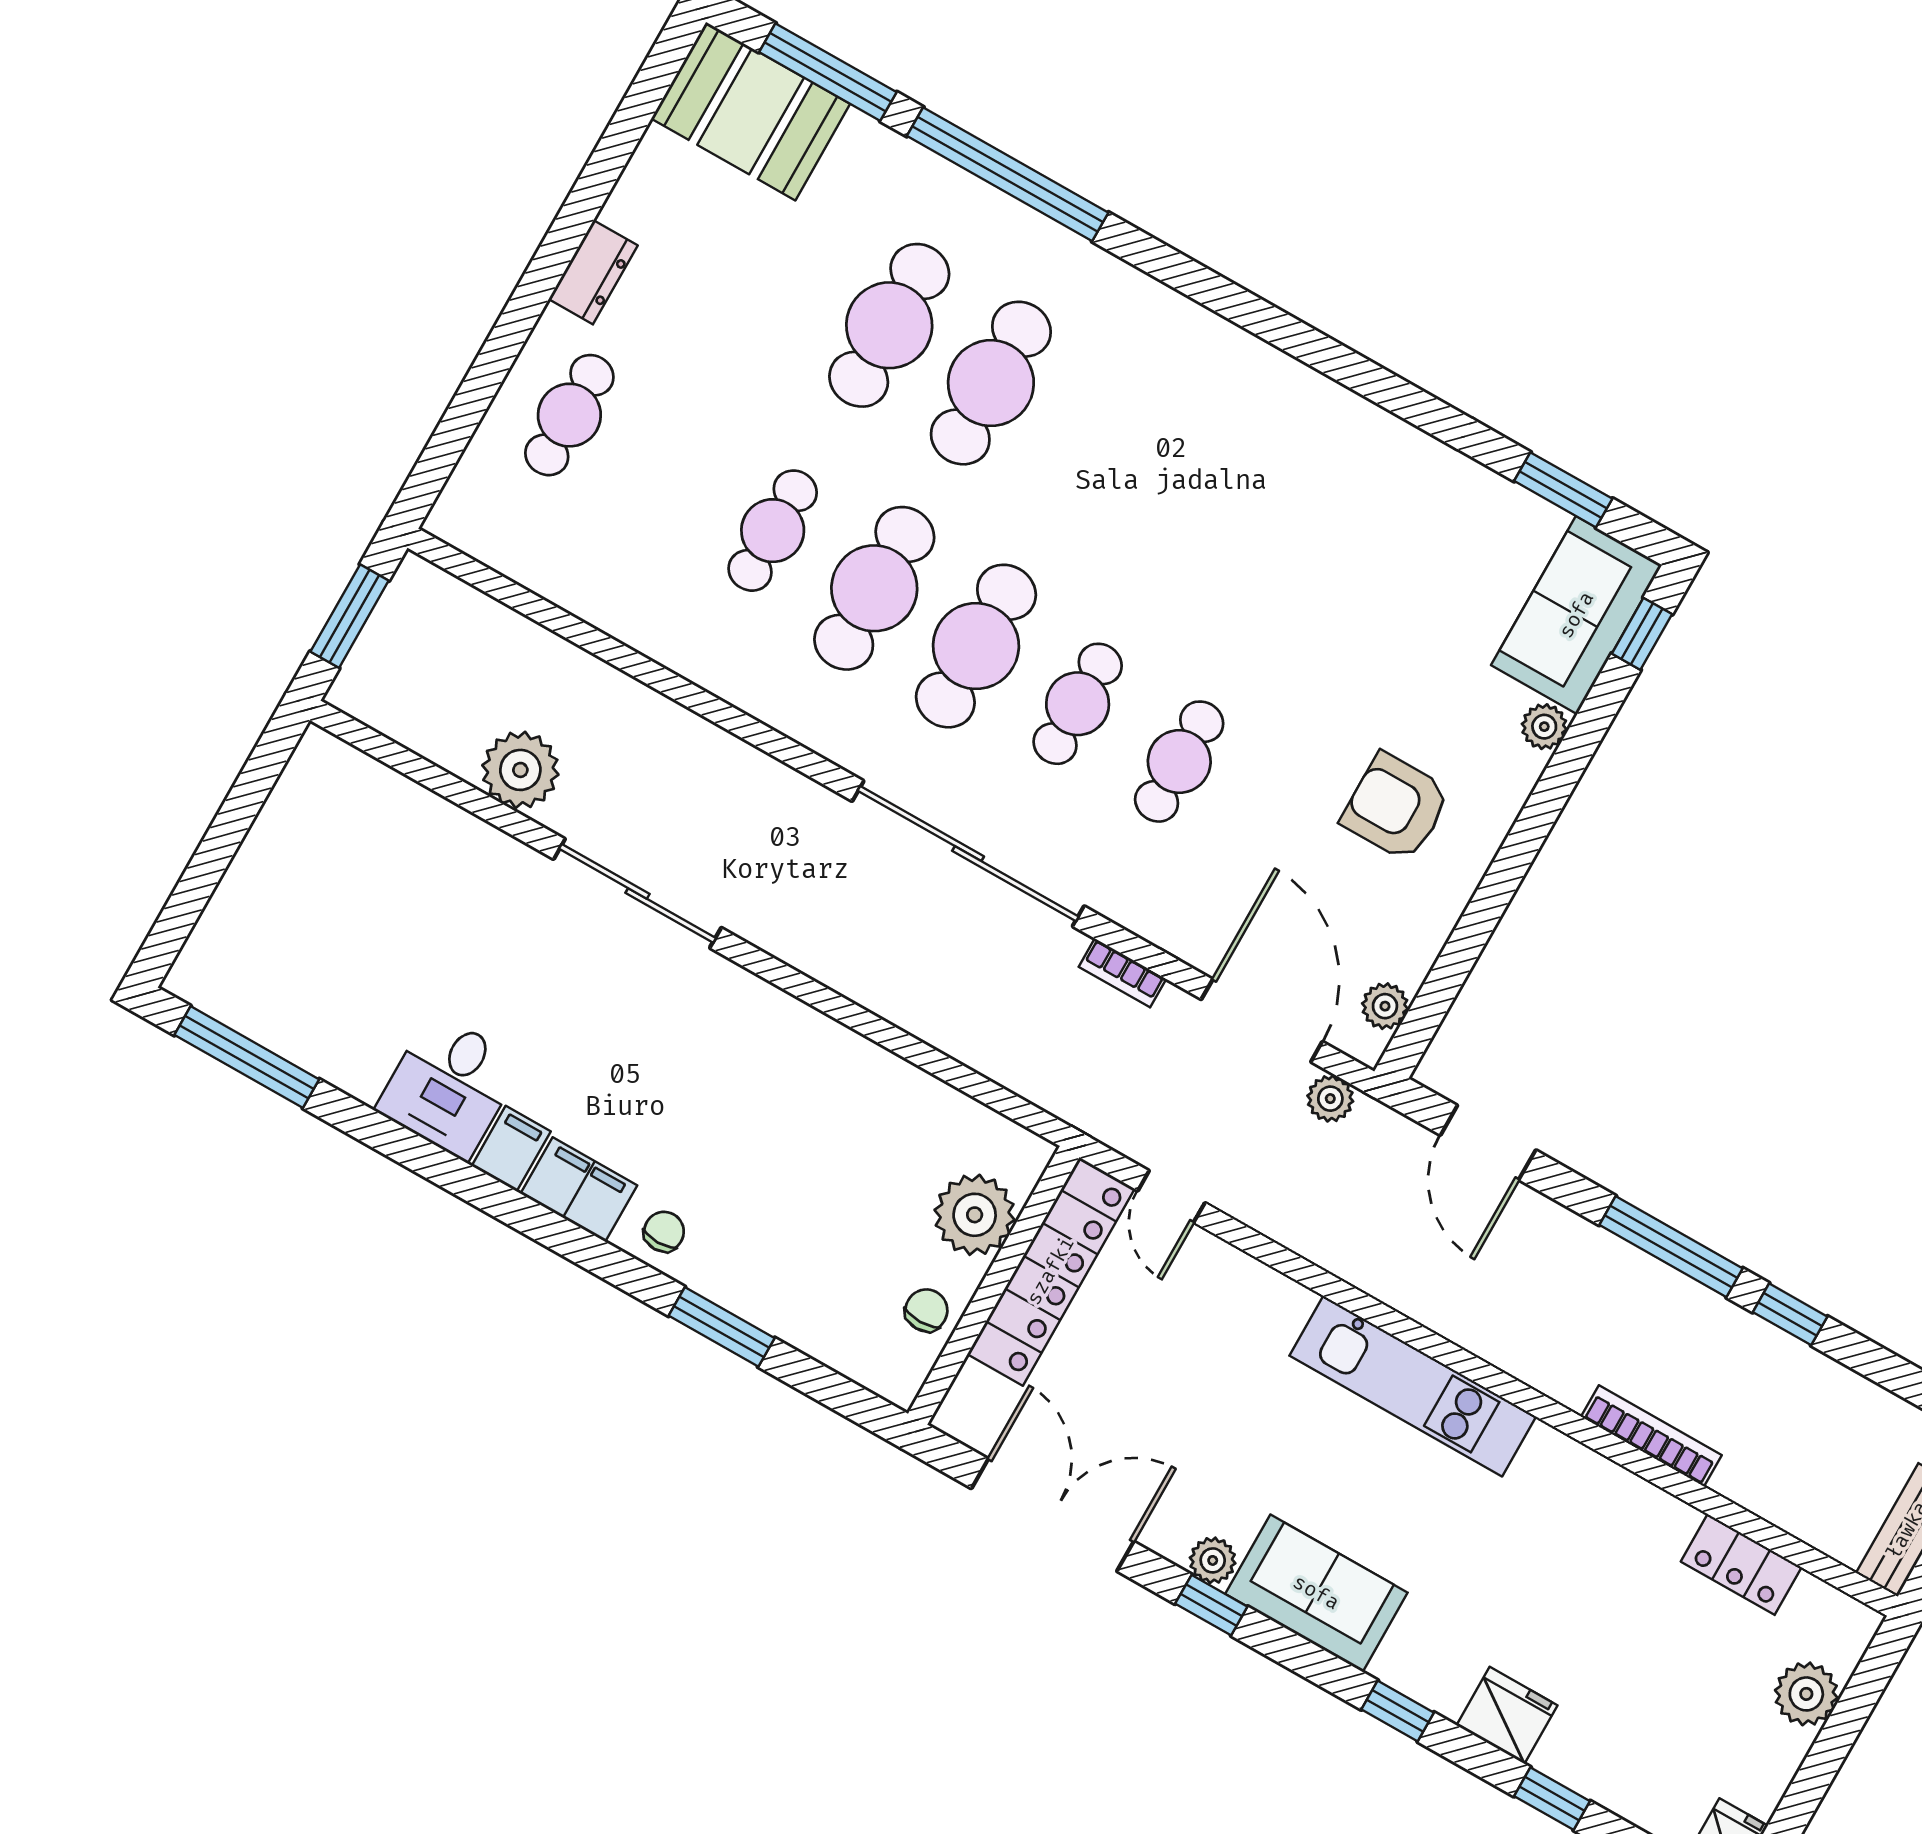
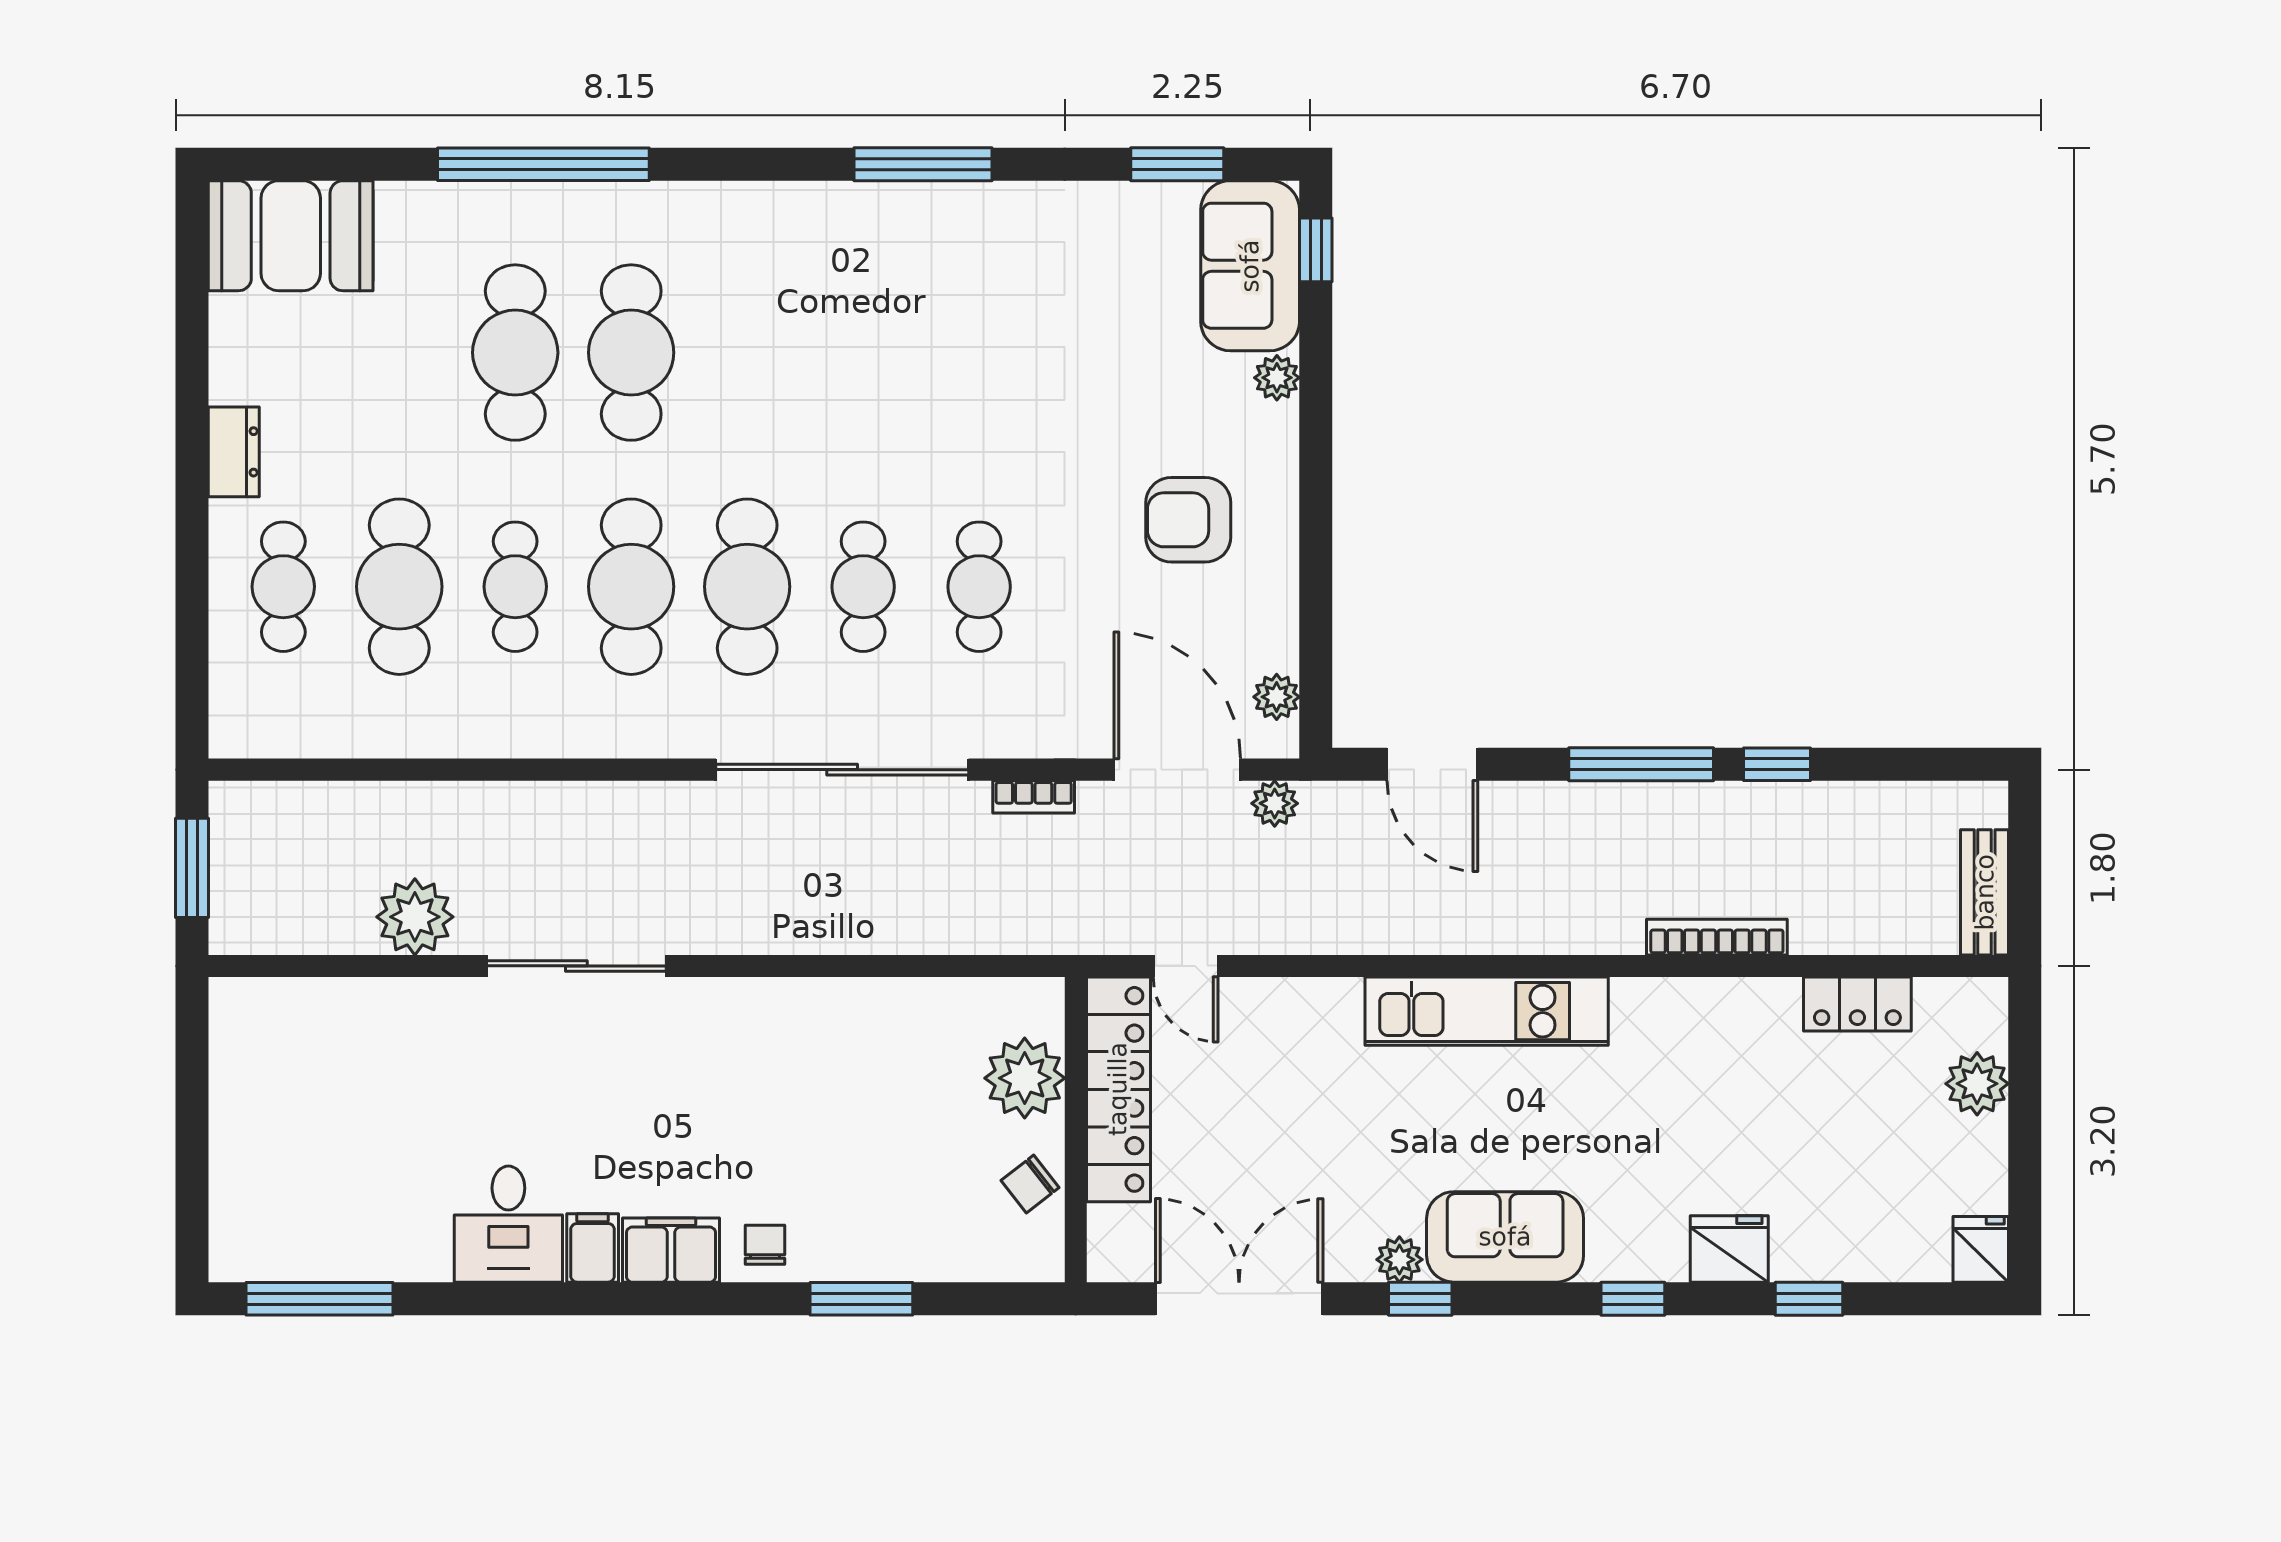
window: (828, 72) -> (923, 164), moved
cafe table: (671, 473) -> (399, 587), added
chair: (926, 1310) -> (1030, 1184), turned -128

